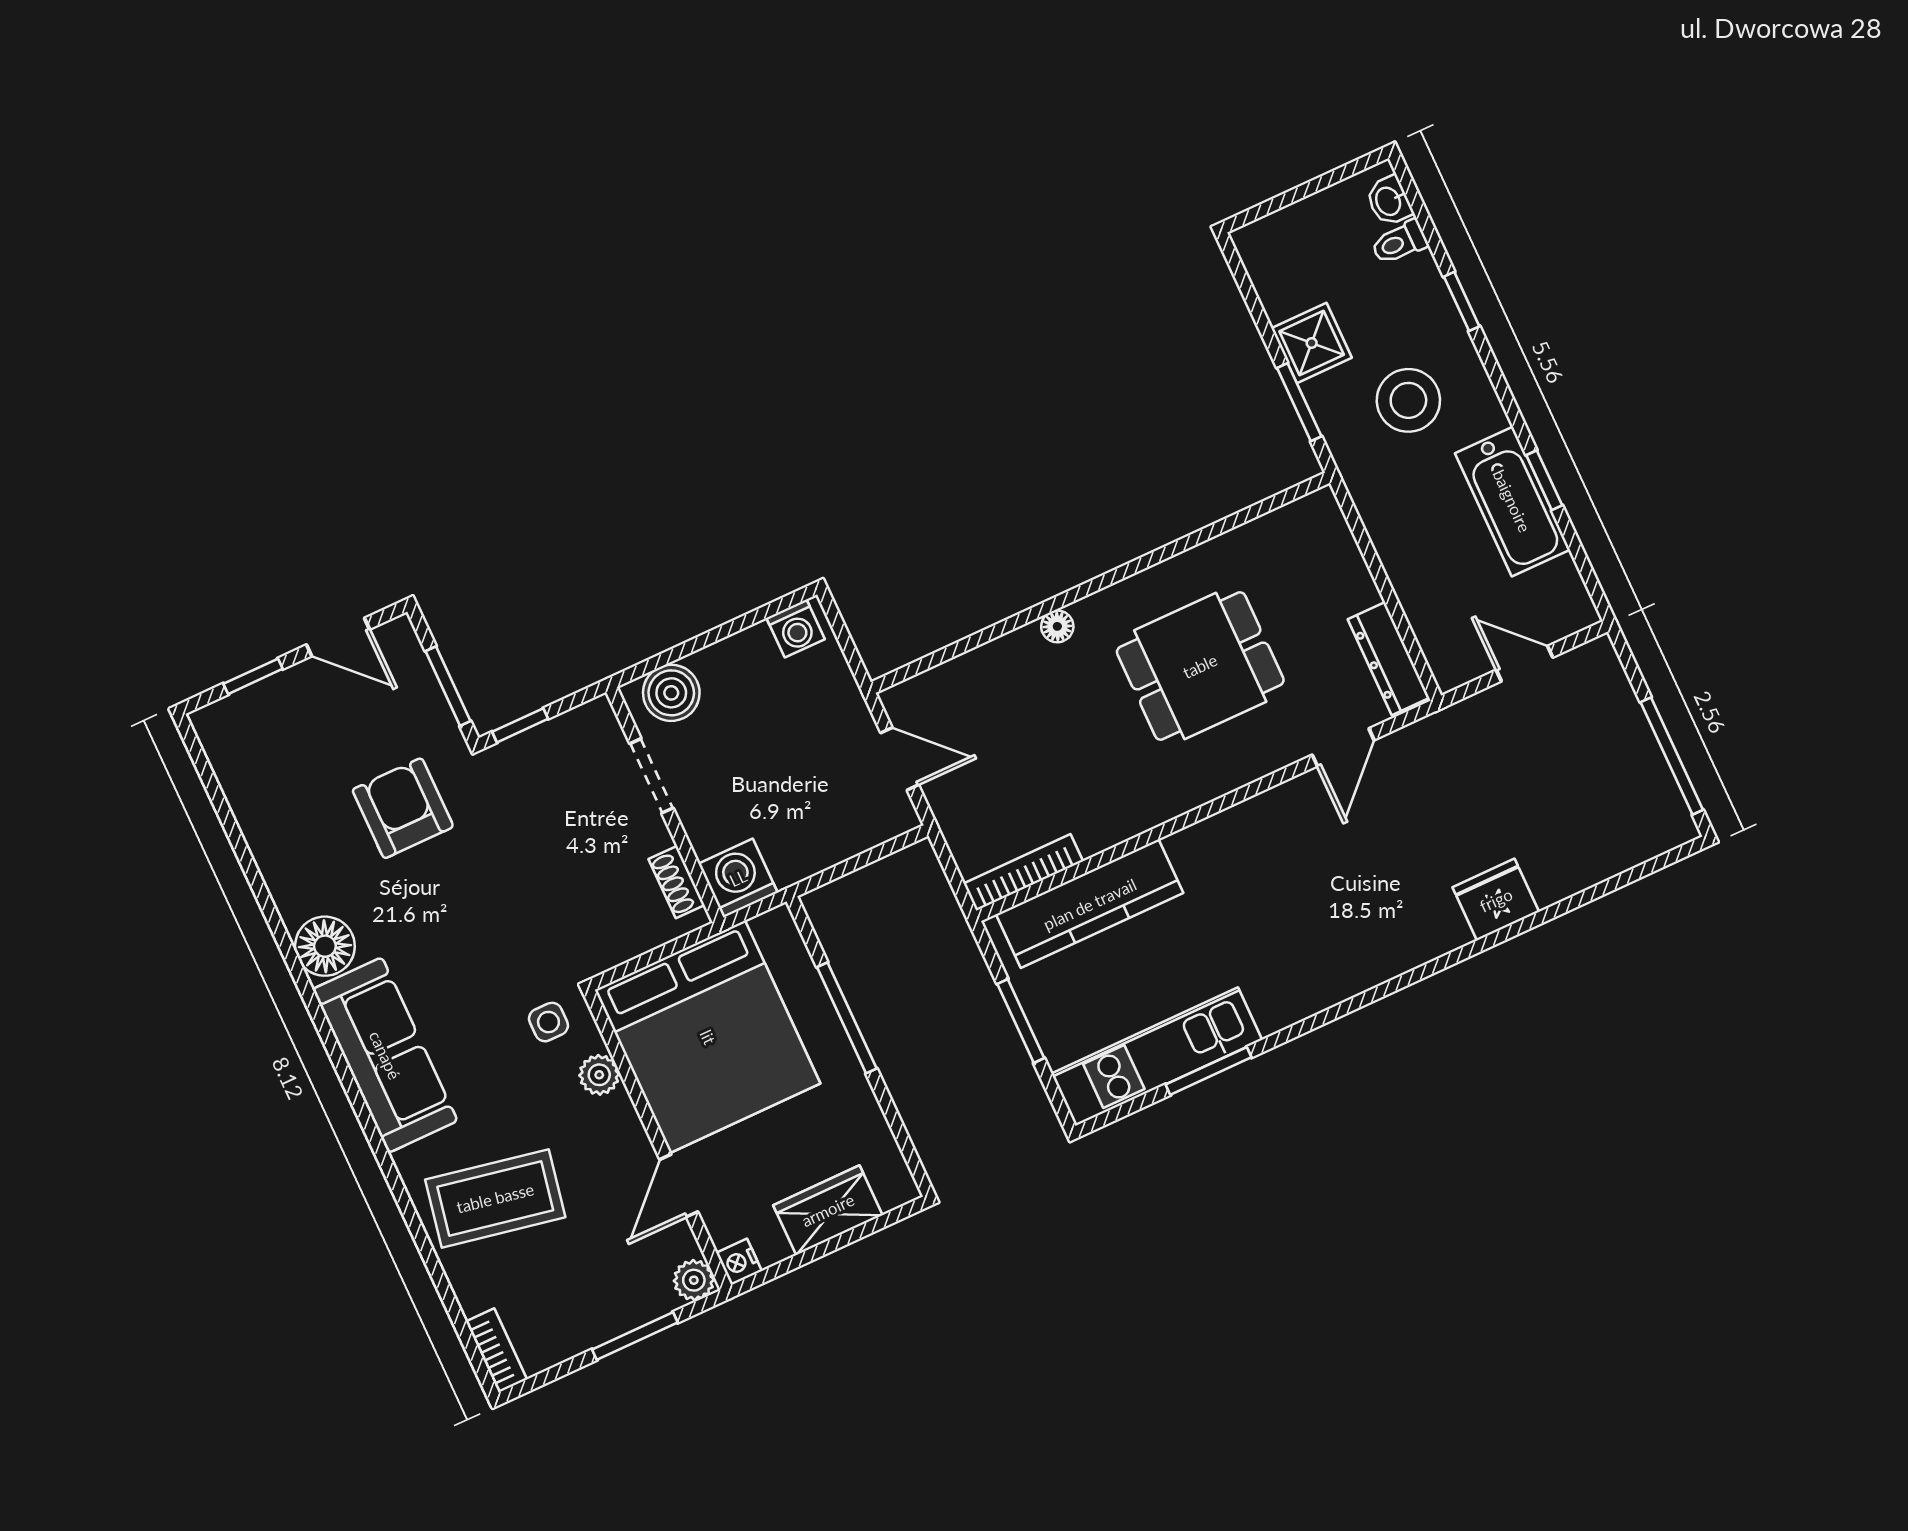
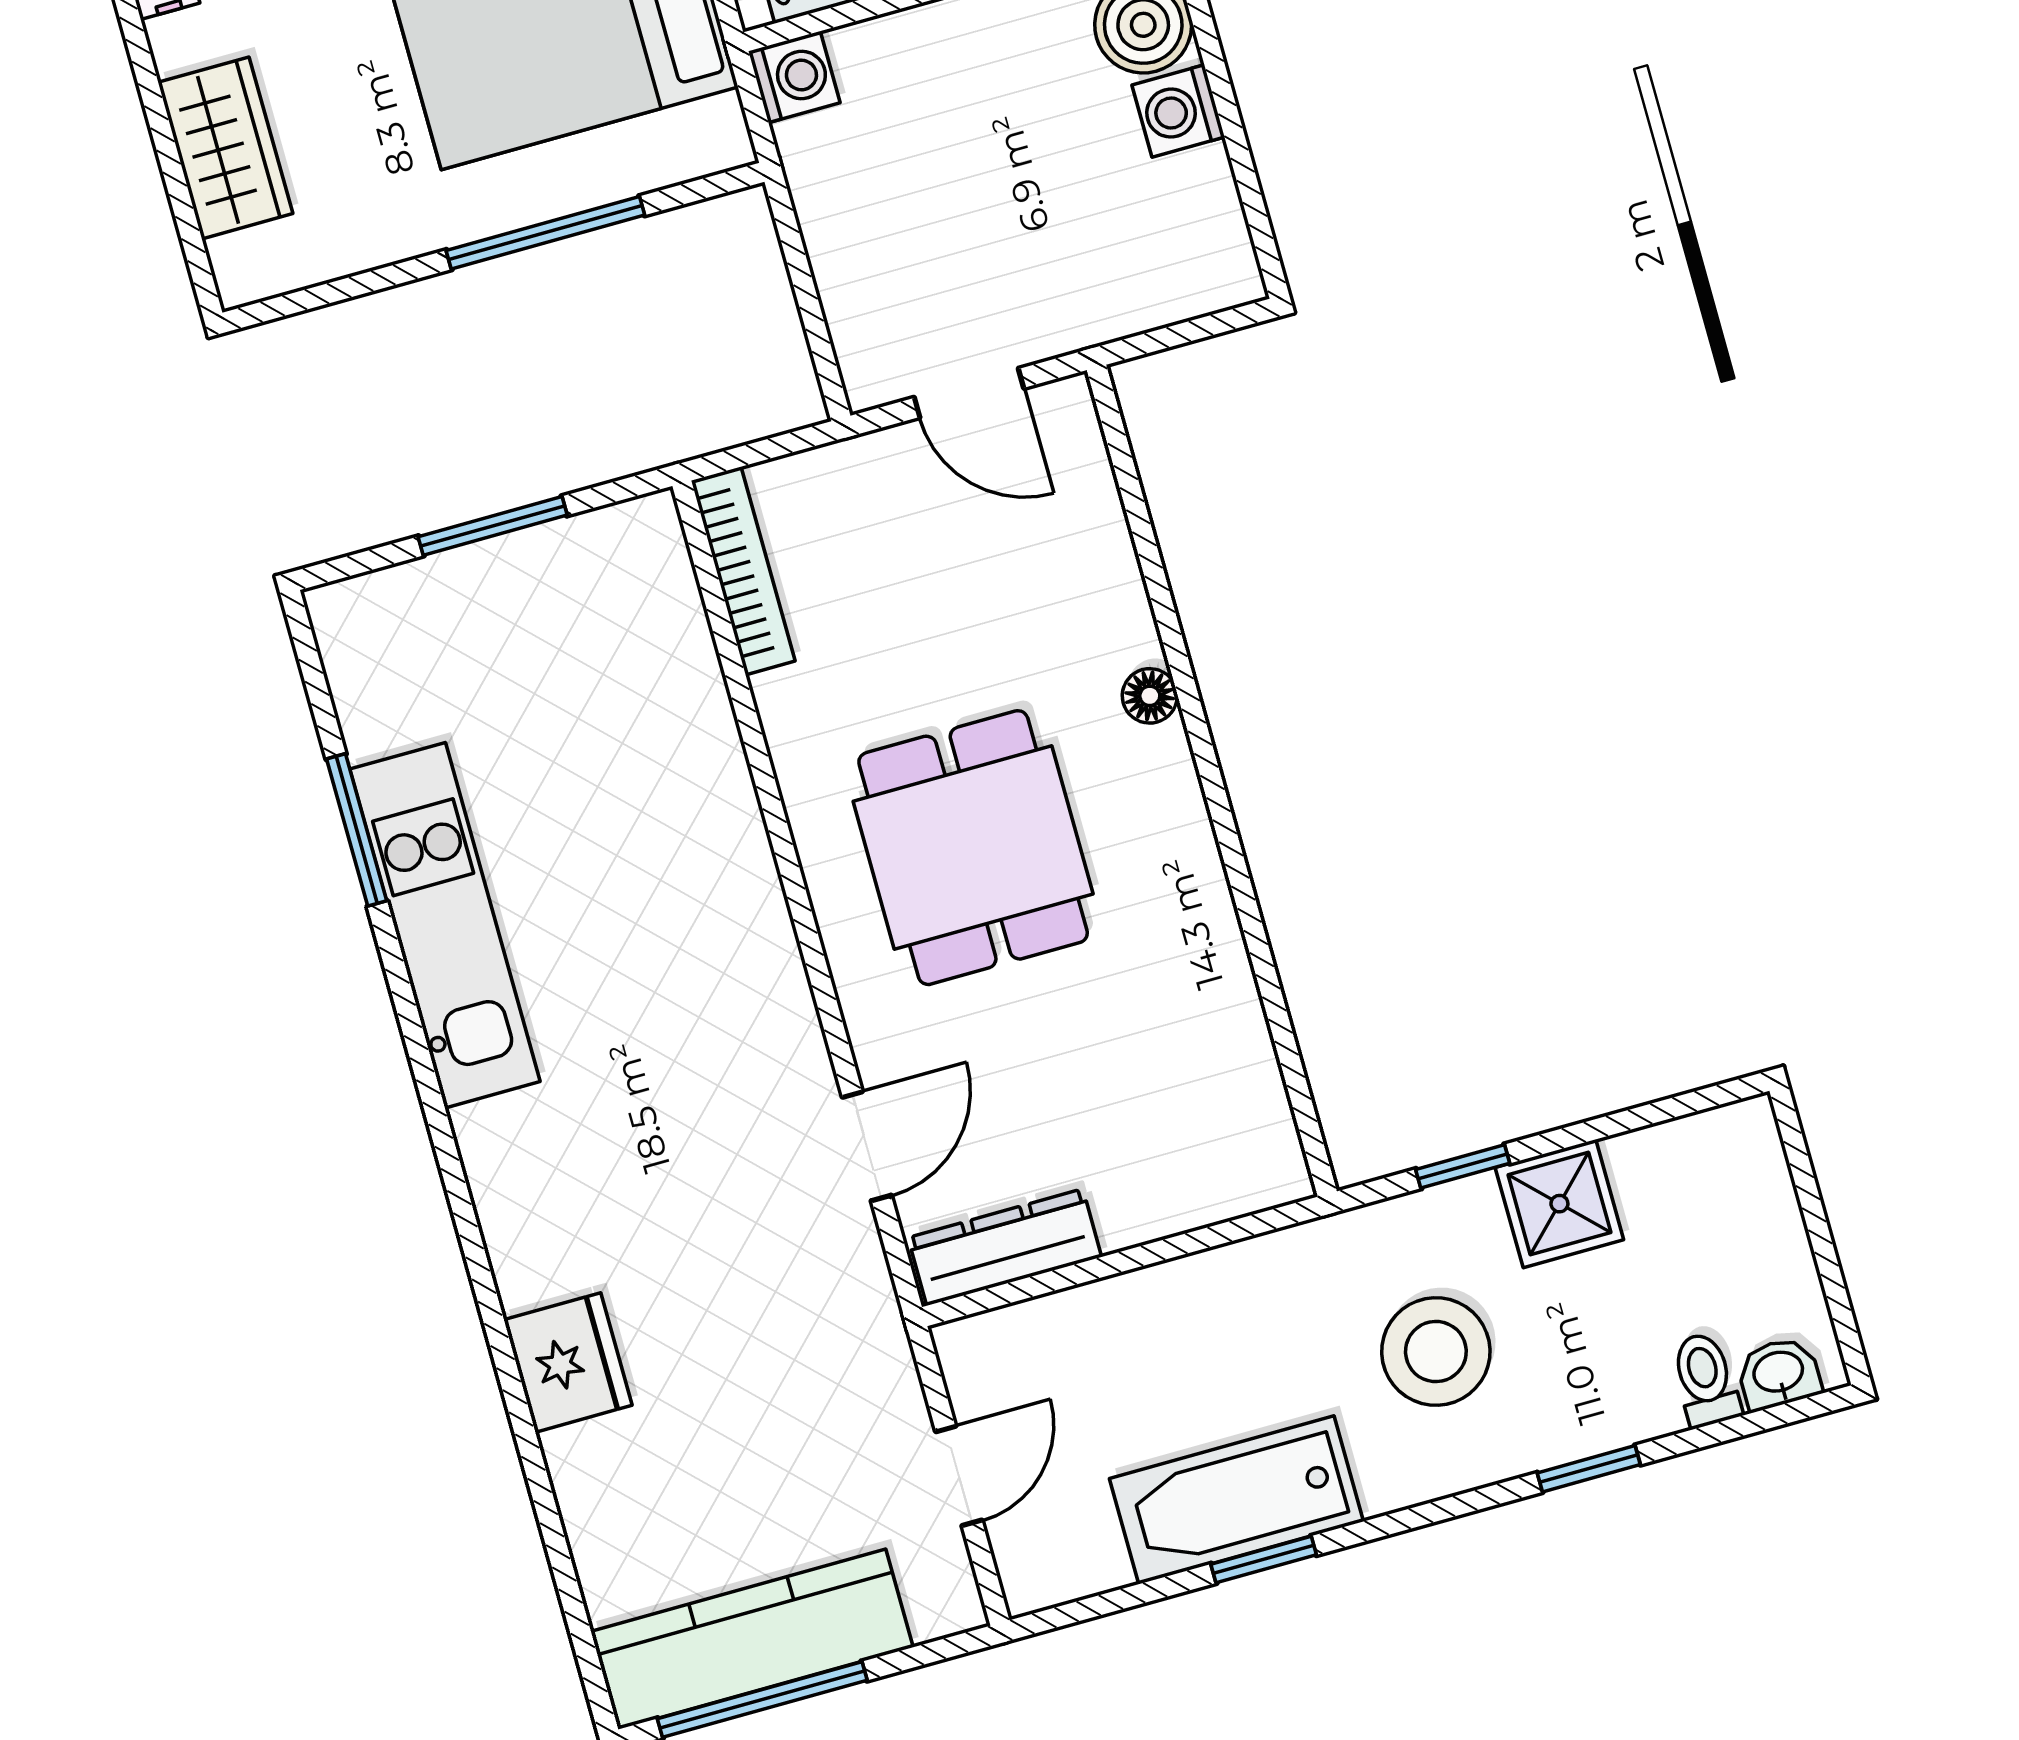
window: (1299, 402) -> (1463, 1166), width x0.67
washing machine: (796, 629) -> (1178, 111), moved
dining table: (1200, 666) -> (973, 848), moved
door: (1343, 747) -> (867, 1146), swing flipped
door: (900, 759) -> (969, 393), hinge flipped
washing machine: (738, 878) -> (794, 77), width x0.73, depth x0.73
kitchen counter: (1090, 904) -> (752, 1639), moved, turned 90
kitchen unit: (1157, 1057) -> (445, 925), moved

